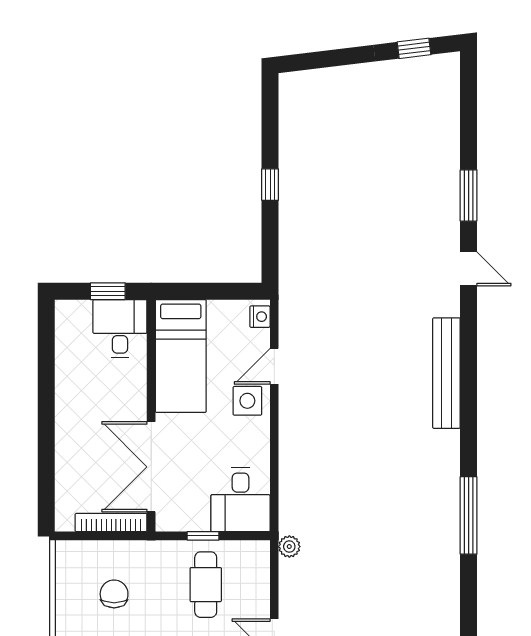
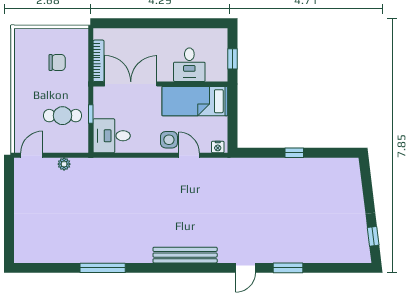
desk: (120, 329) -> (189, 65), moved, turned 90
plant: (289, 547) -> (64, 164), moved

